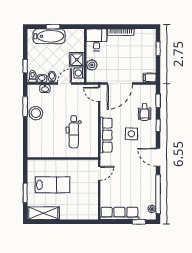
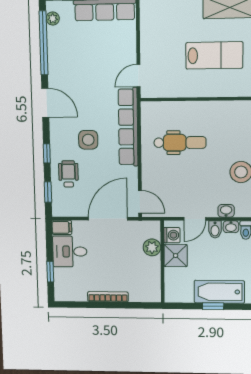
desk: (96, 40) -> (70, 252), moved, turned 90
dental chair: (74, 132) -> (180, 143), turned 90
row of seats: (106, 135) -> (128, 127), width x1.36
lab bench: (53, 185) -> (214, 55), turned 180

